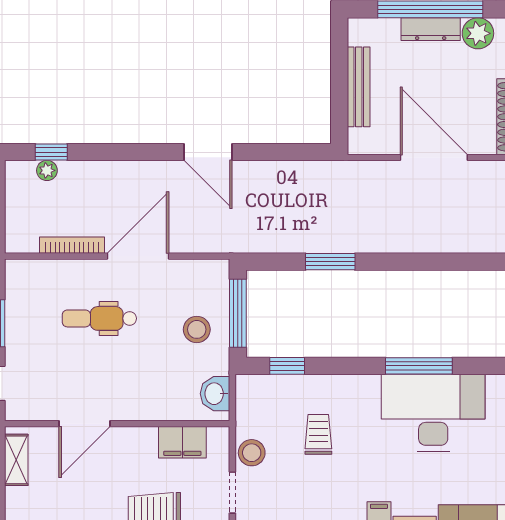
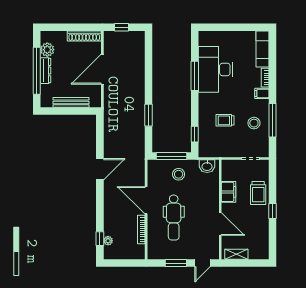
dental chair: (99, 318) -> (174, 217), width x1.36, depth x1.38
filing cabinet: (182, 442) -> (229, 192), moved
stool: (252, 453) -> (254, 123), moved

